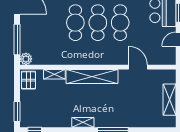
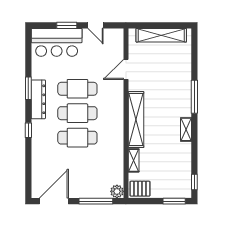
shelving: (169, 100) -> (161, 35), width x1.47

